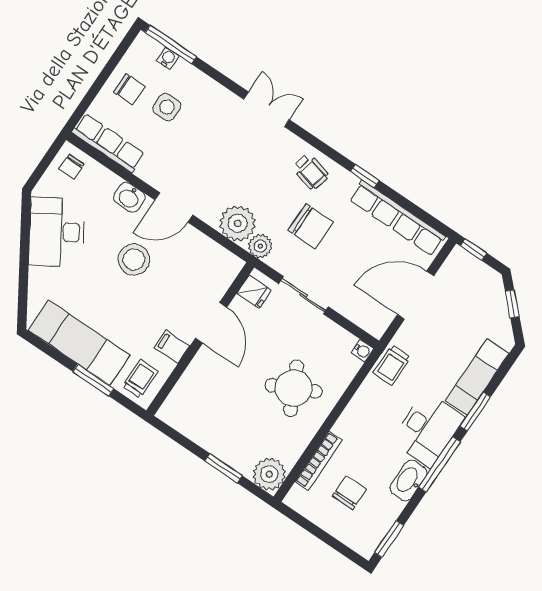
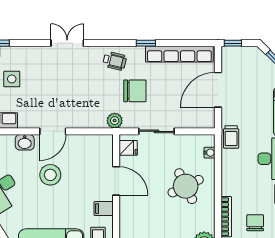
plant: (238, 223) -> (94, 116), removed
water cooler: (363, 351) -> (210, 153), moved

